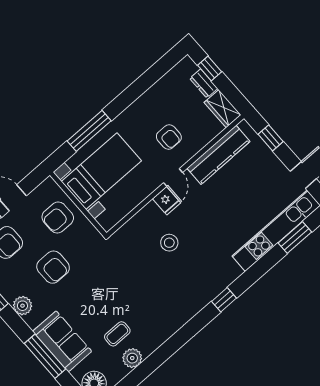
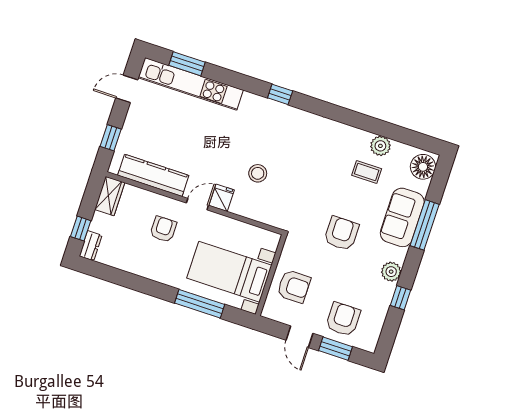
dresser: (204, 83) -> (91, 246), moved
armchair: (53, 267) -> (341, 233), moved

